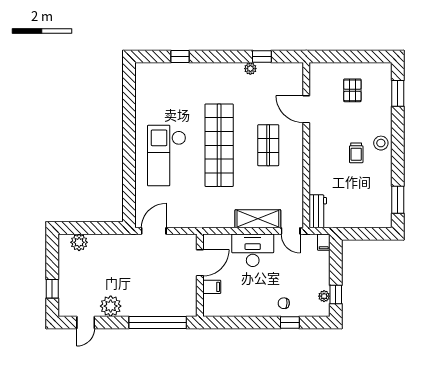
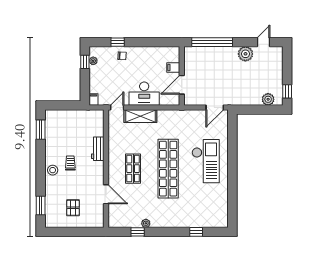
workbench: (318, 211) -> (98, 149), moved
door: (291, 231) -> (117, 107), hinge flipped
window: (52, 289) -> (287, 91), moved

